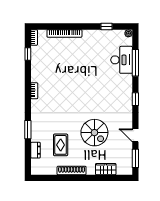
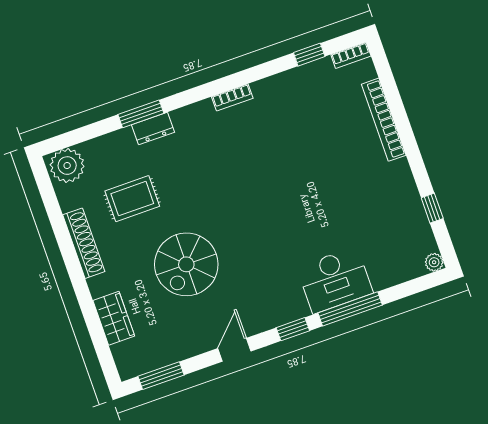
desk: (122, 60) -> (335, 280), moved
window: (135, 63) -> (350, 309), moved
door: (135, 135) -> (234, 350), moved
dresser: (36, 150) -> (153, 128), moved
plant: (38, 166) -> (67, 166), added

